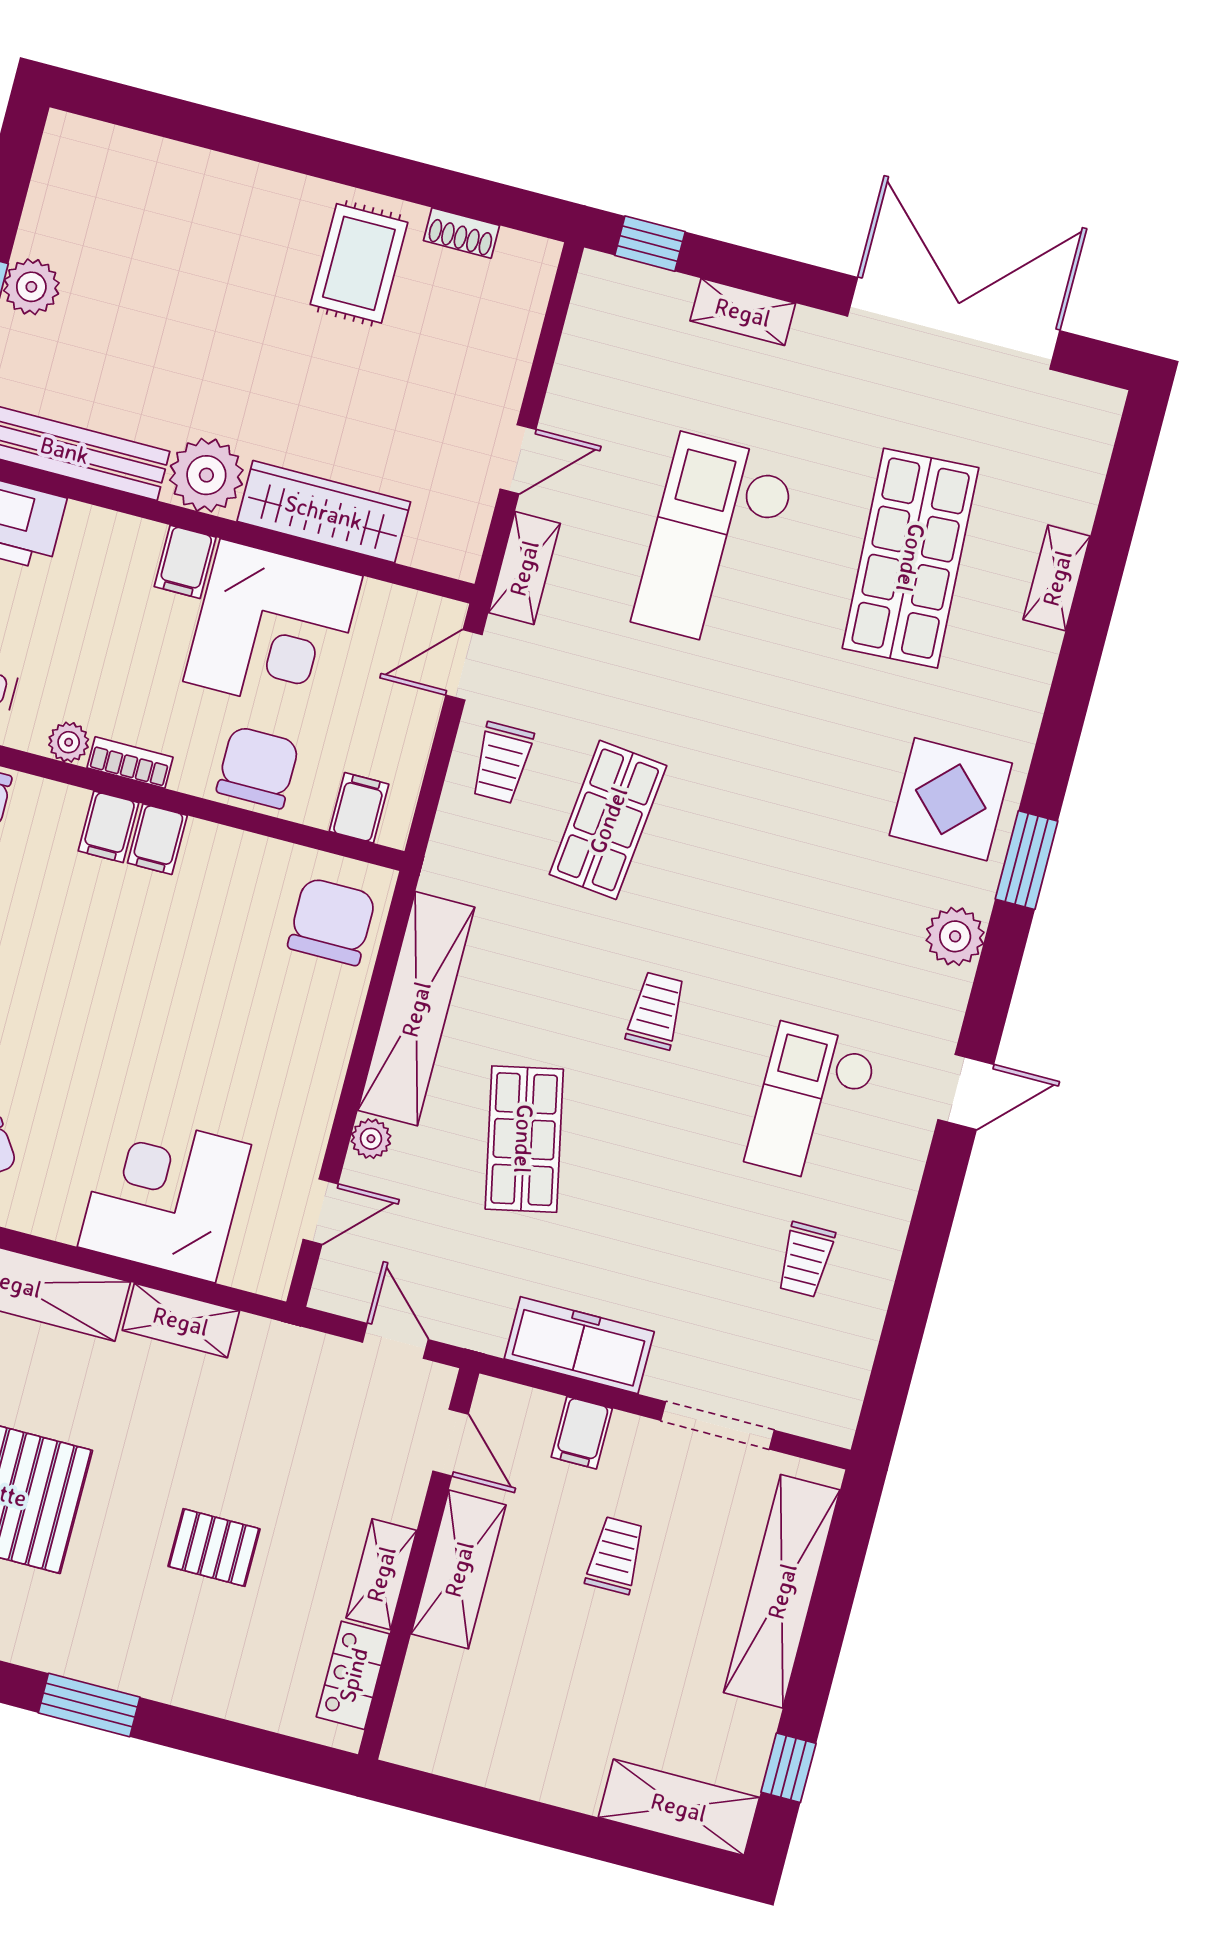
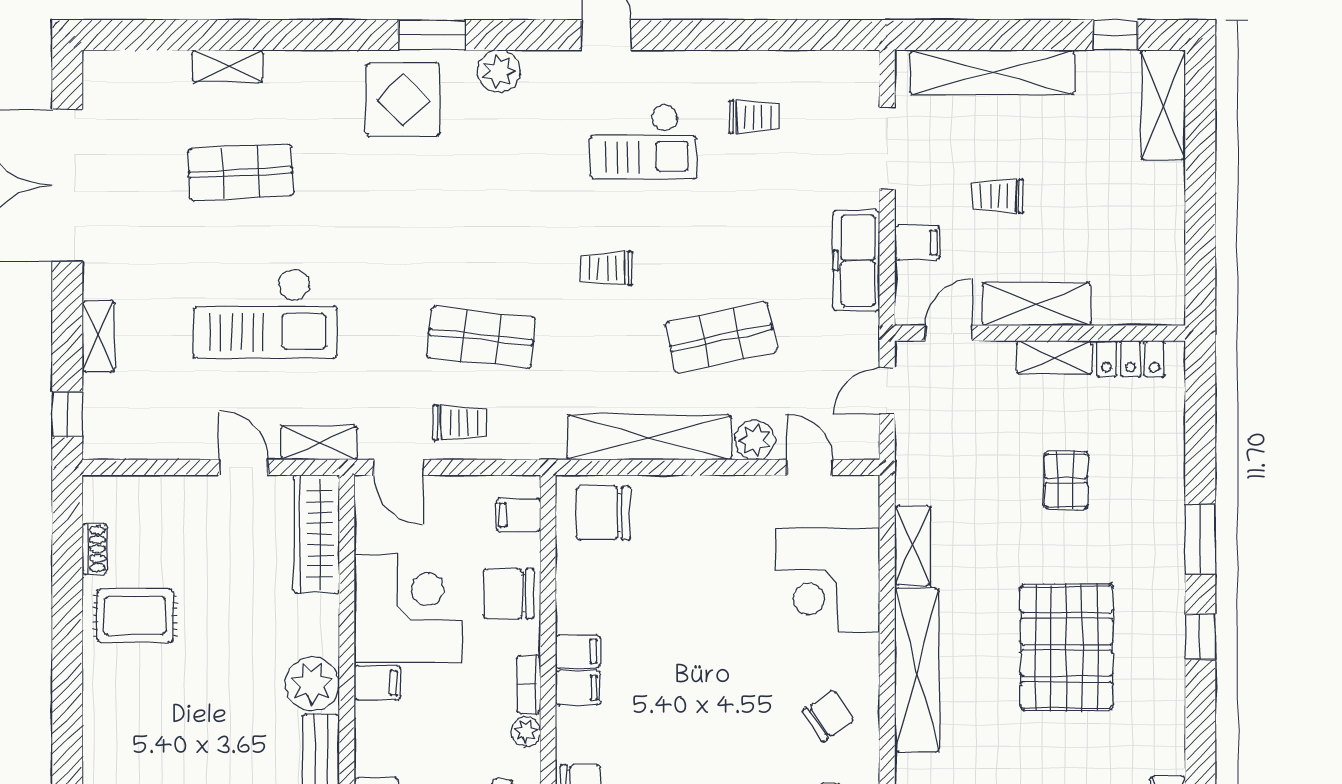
wardrobe: (324, 512) -> (316, 534), moved
shop shelf: (911, 558) -> (241, 173), width x0.70, depth x0.74
plant: (371, 1139) -> (755, 440), width x1.38, depth x1.38

